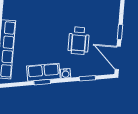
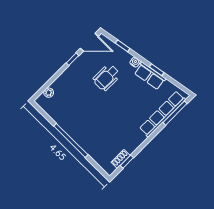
wheelchair: (79, 41) -> (107, 77), turned 180
door: (118, 58) -> (89, 42), hinge flipped

